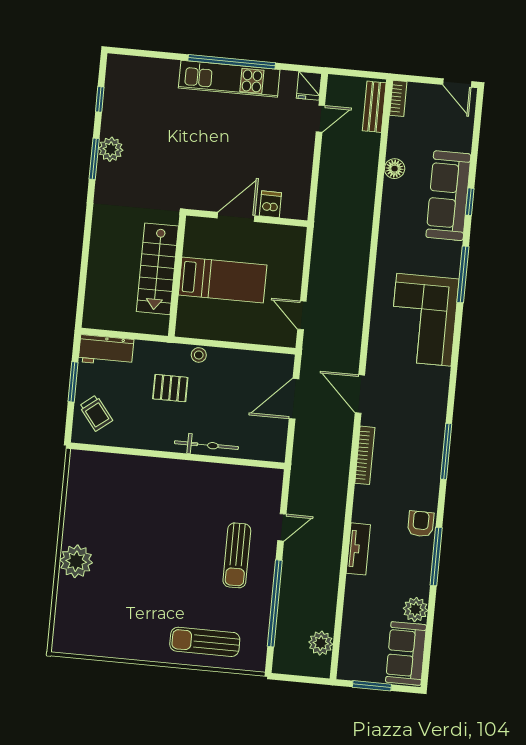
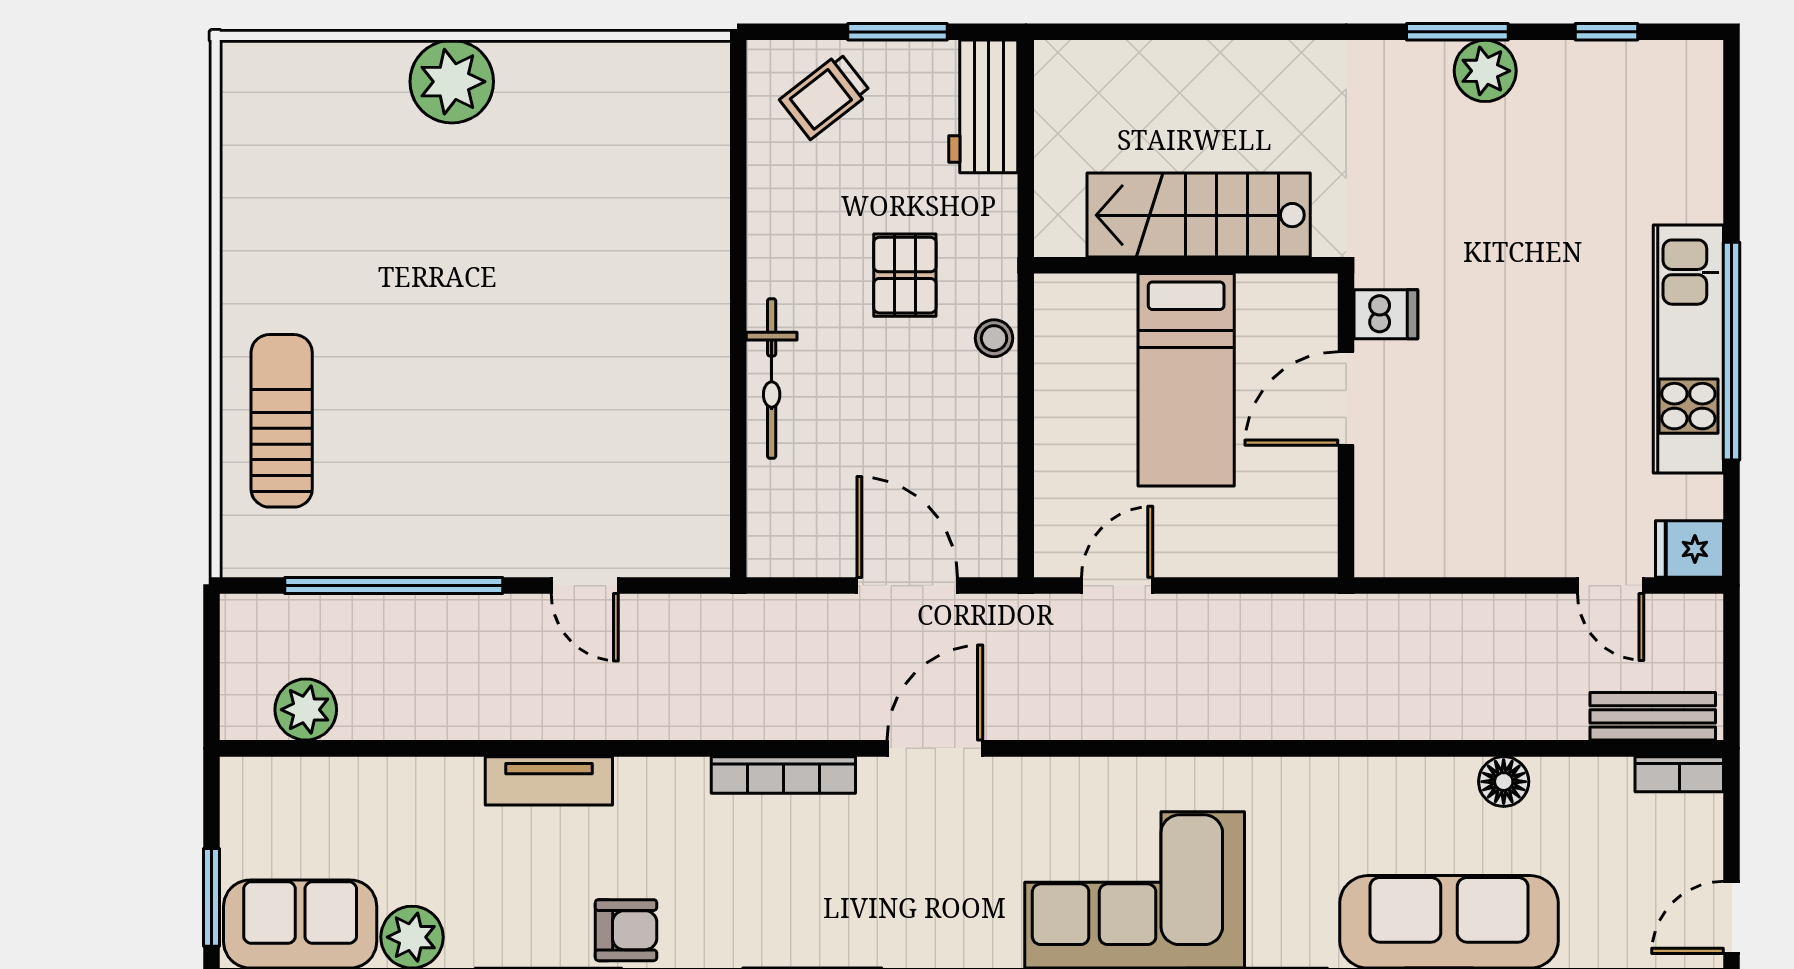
dishwasher: (270, 204) -> (1386, 314), moved
door: (236, 217) -> (1346, 398), swing flipped
sun lounger: (237, 555) -> (504, 480), removed
window: (372, 686) -> (212, 897), moved

